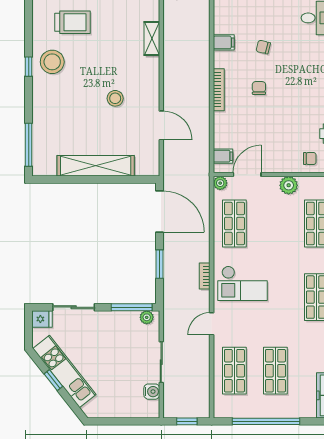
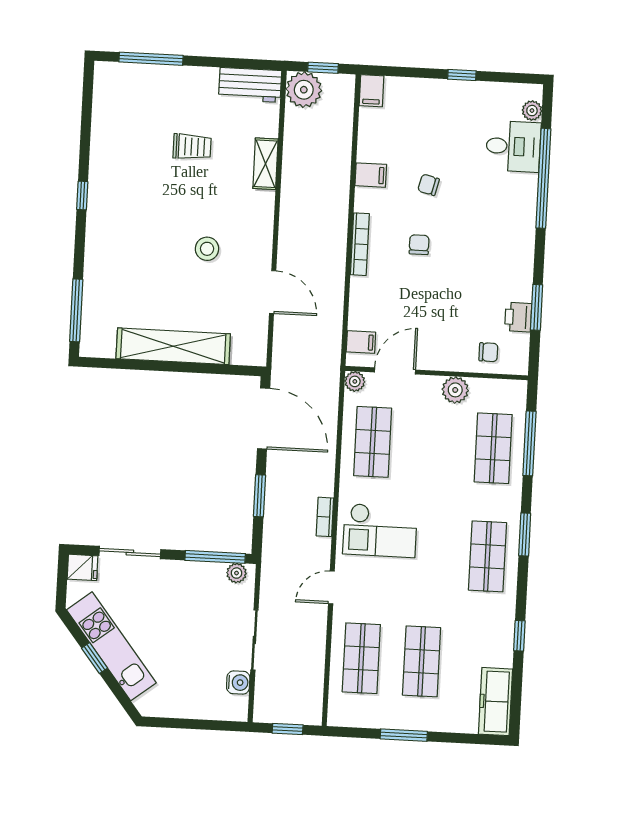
trolley: (73, 22) -> (192, 147), moved, width x0.73, depth x0.72
stool: (52, 62) -> (117, 190), removed
window: (266, 421) -> (404, 735), width x0.47

